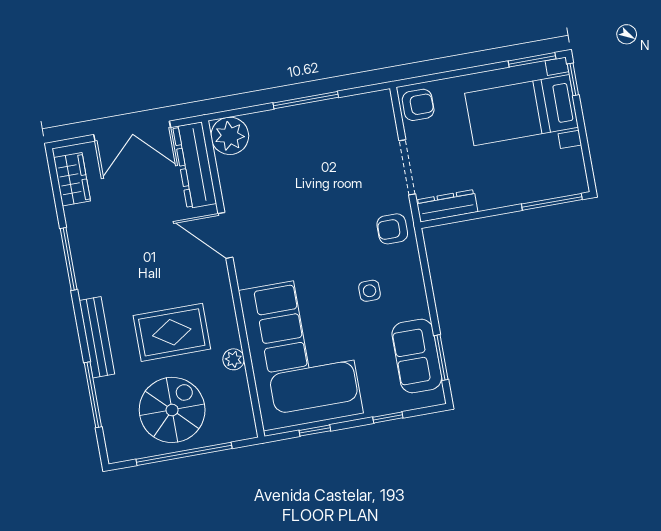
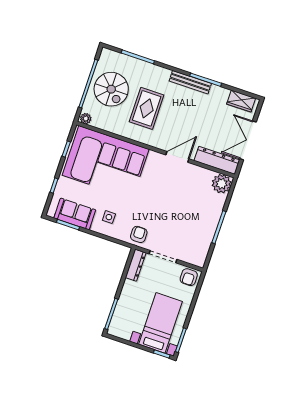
side table: (370, 291) -> (109, 217), moved
bench: (97, 337) -> (190, 82), moved
plant: (234, 359) -> (86, 119), moved

